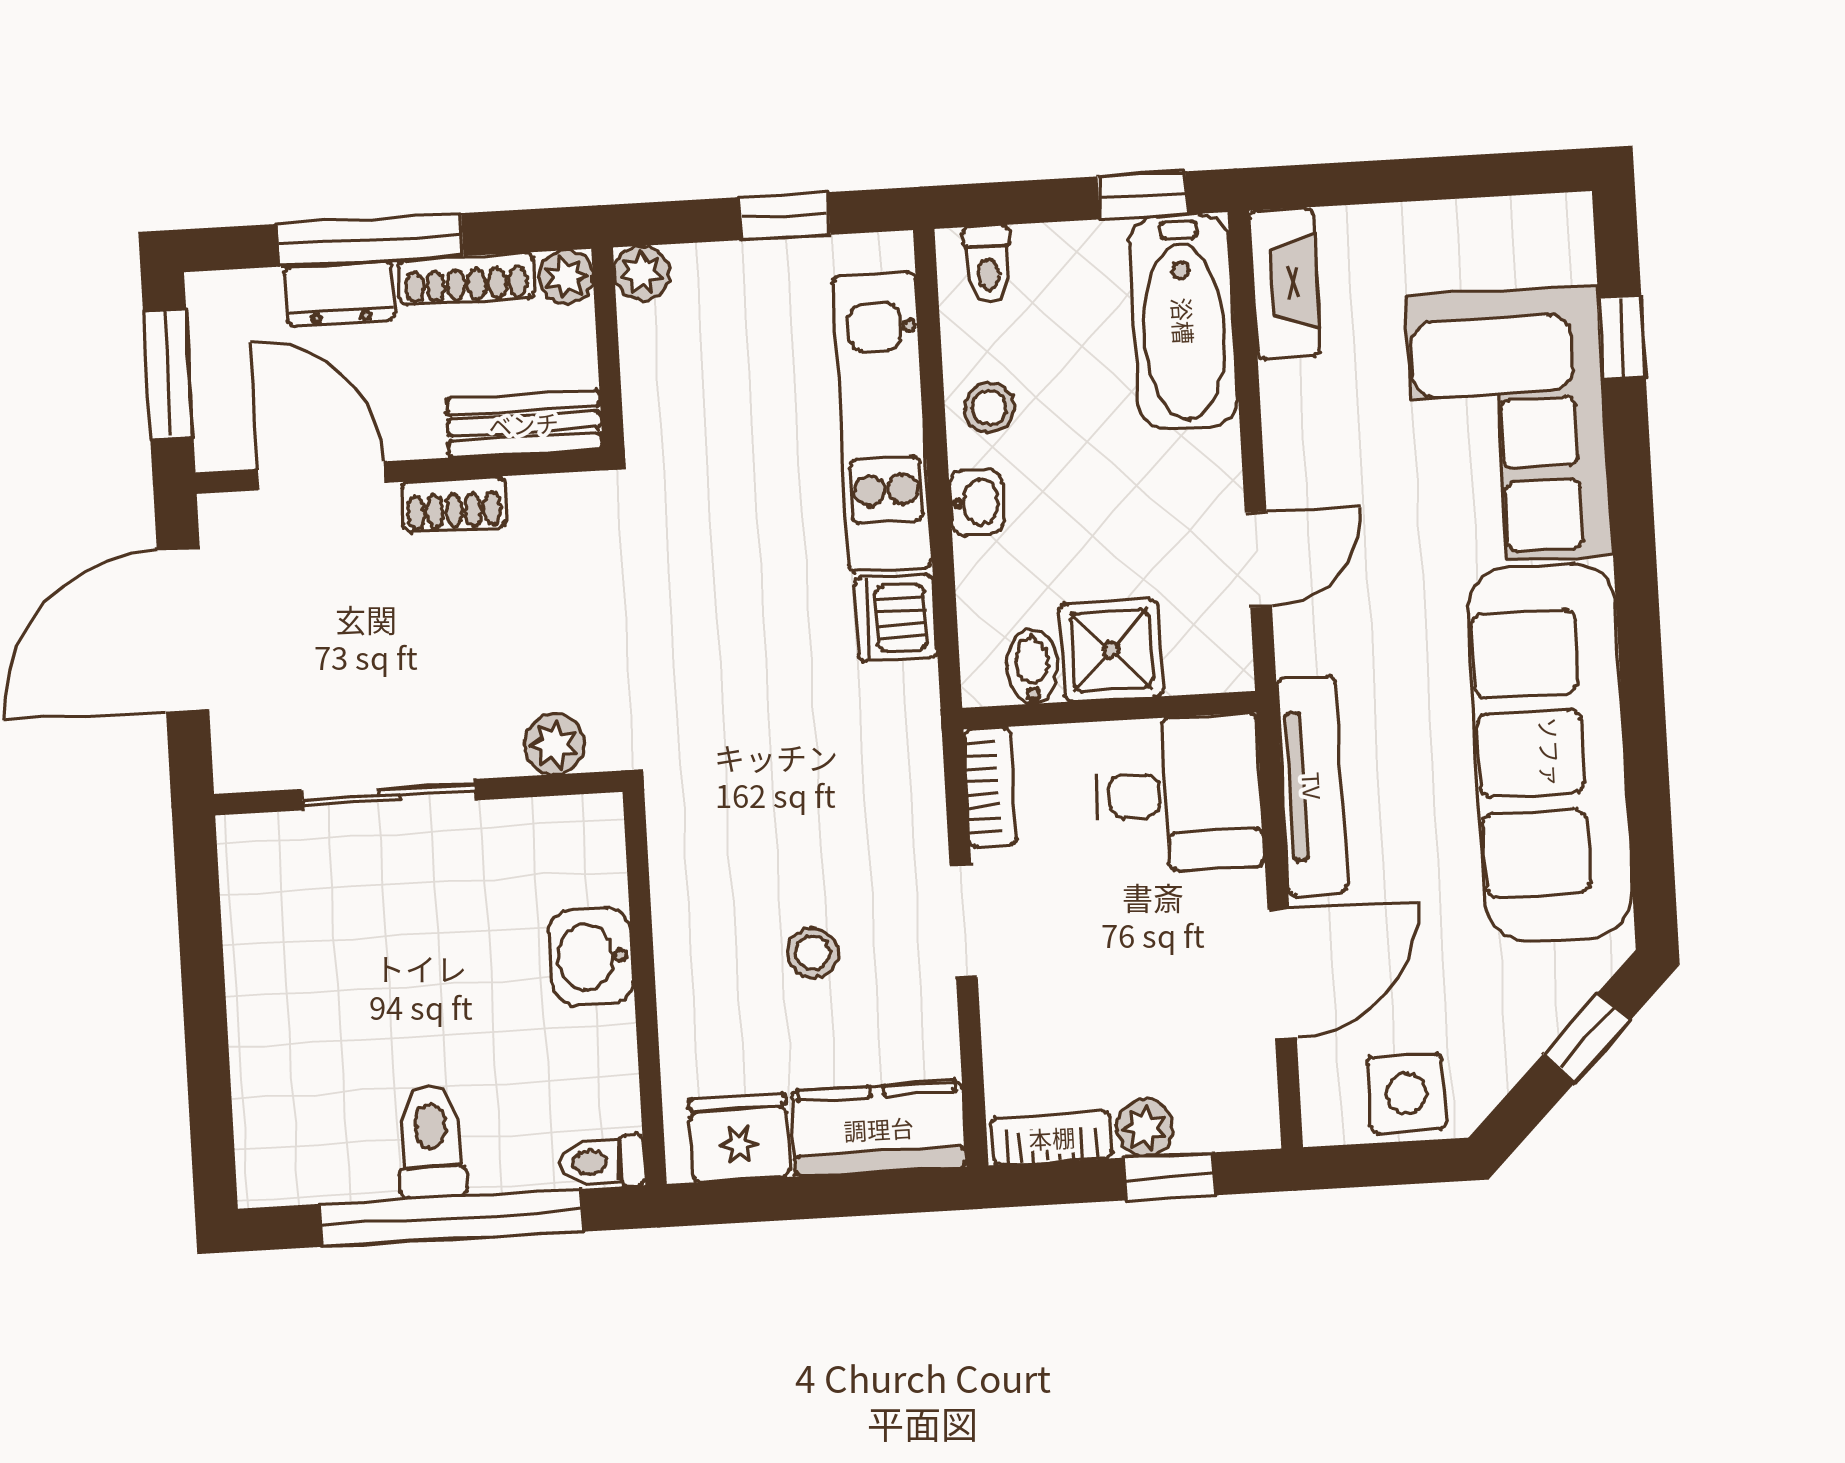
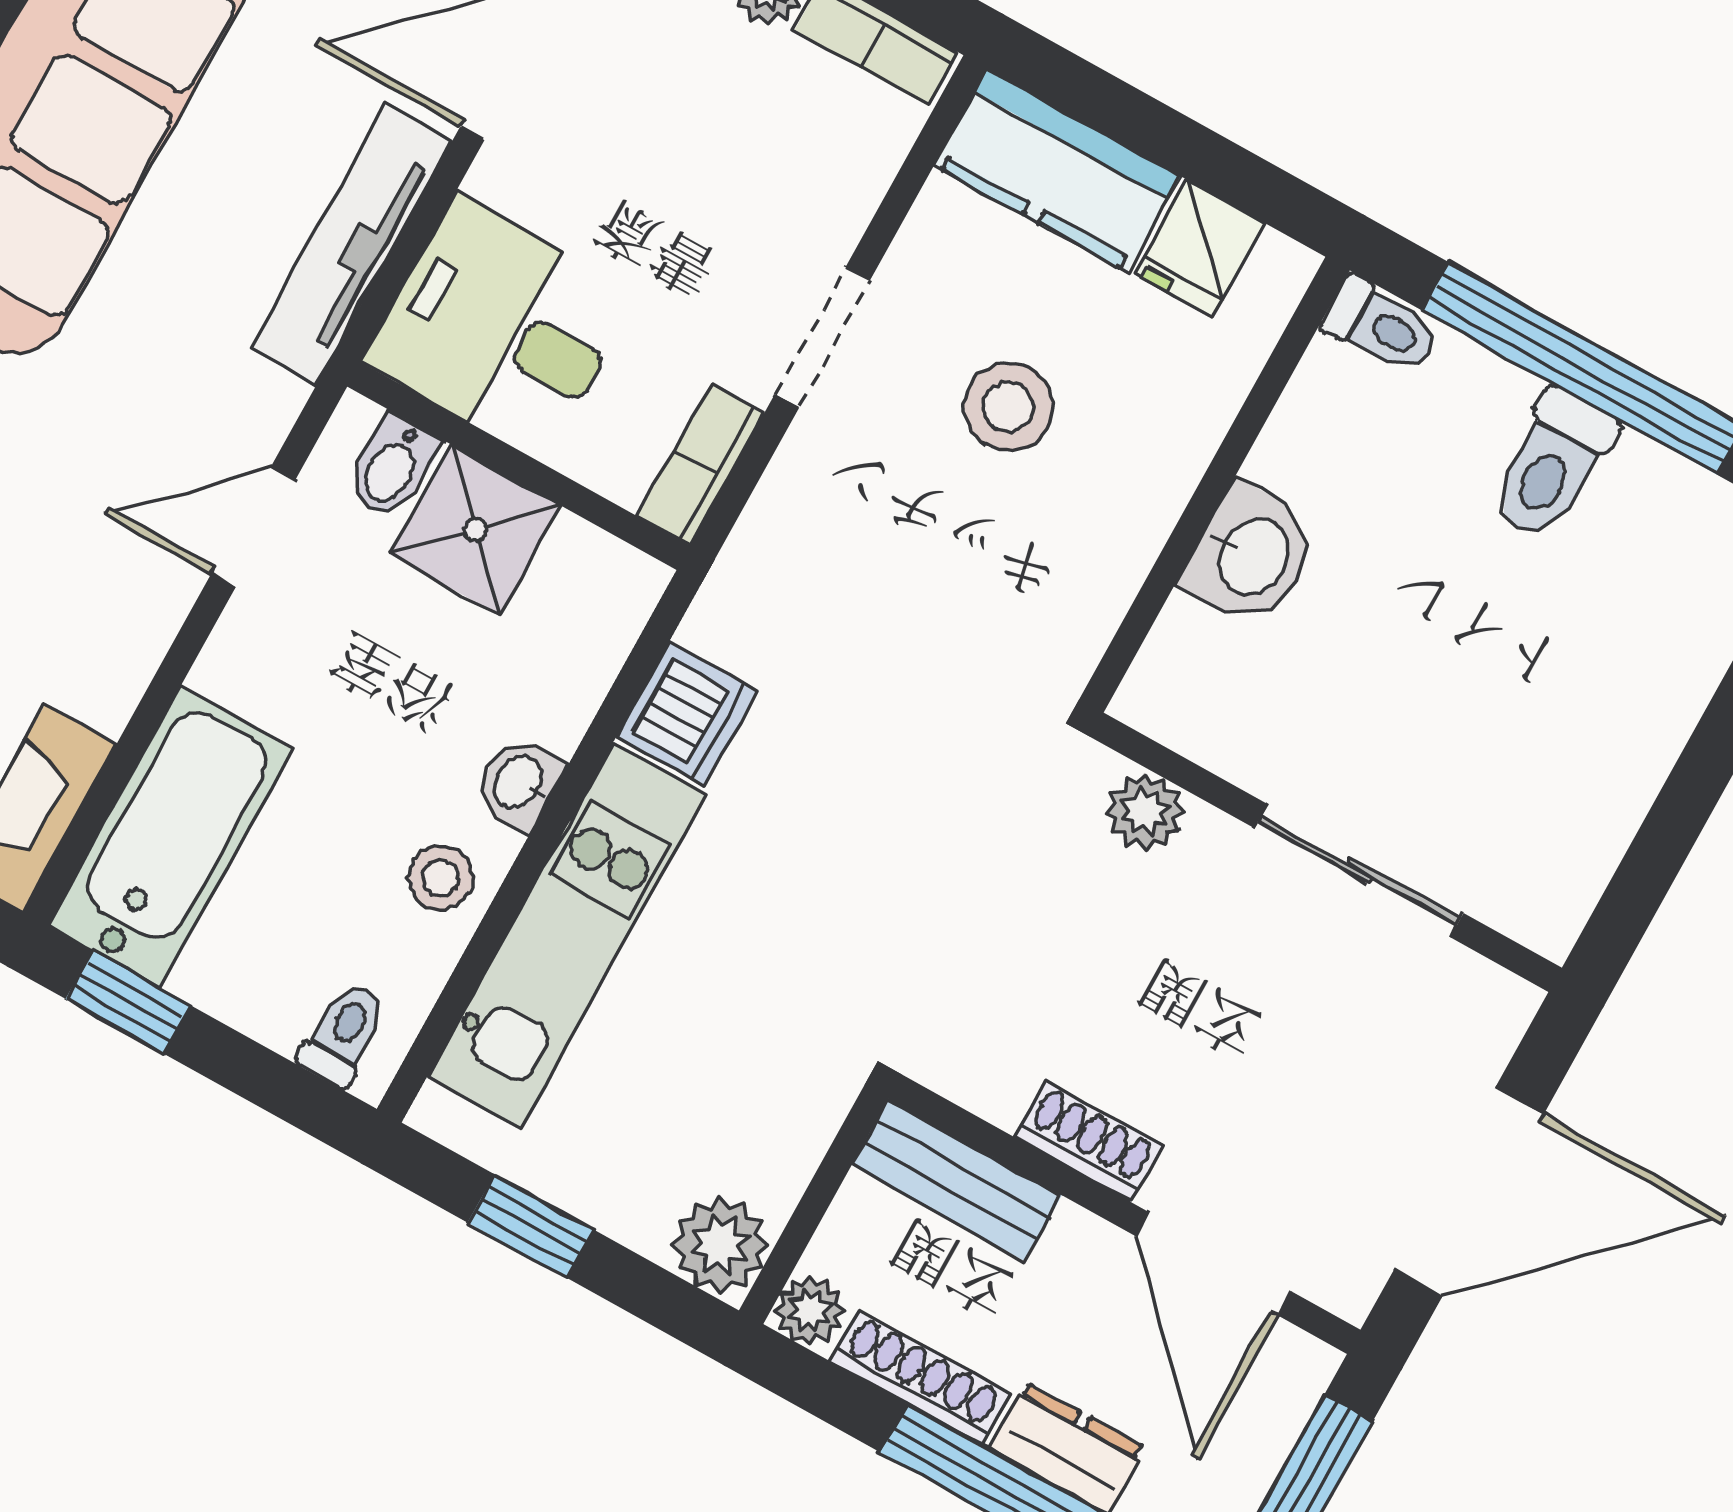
plant: (642, 273) -> (720, 1245), width x1.38, depth x1.38
bidet: (1032, 666) -> (392, 467), moved
stool: (813, 953) -> (1008, 407), width x1.37, depth x1.37
fridge: (739, 1138) -> (1200, 248), width x0.72

